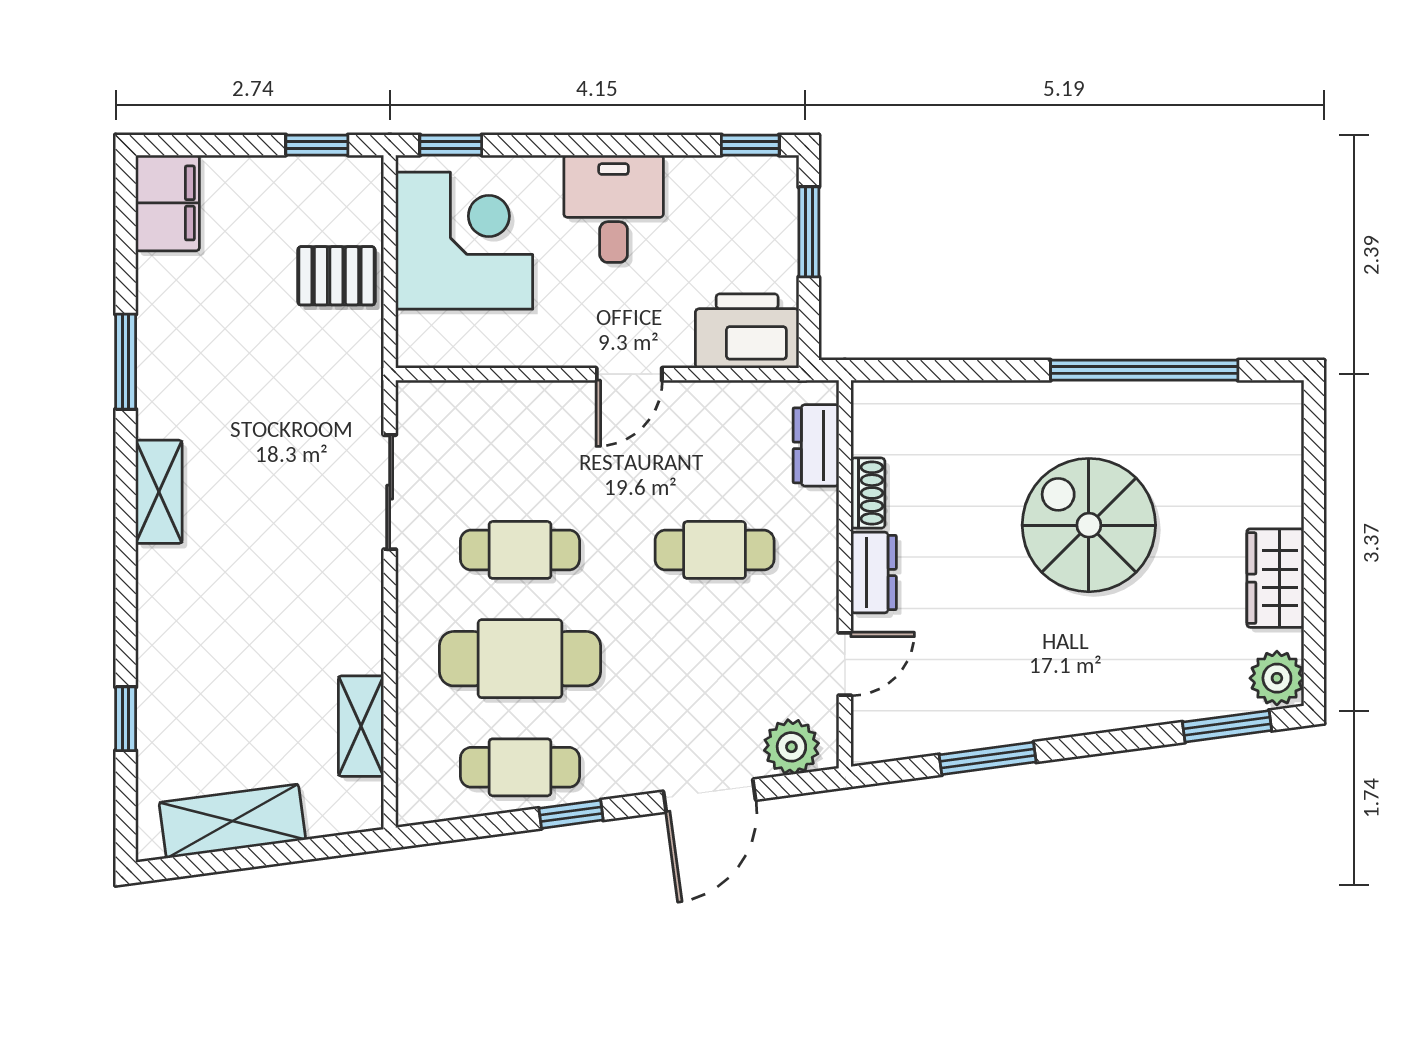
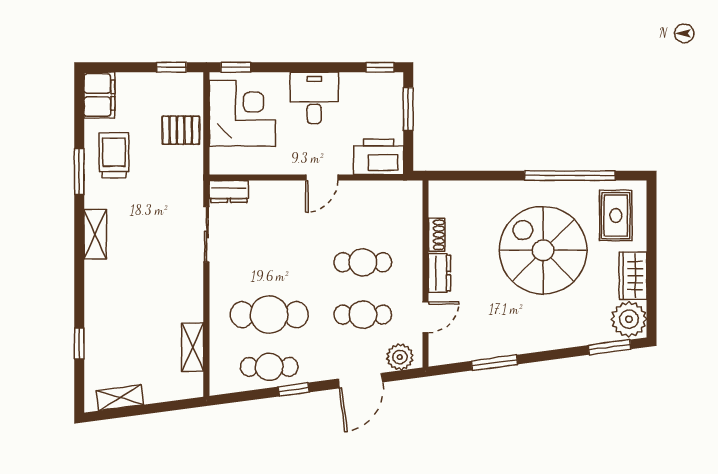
trolley: (198, 328) -> (114, 155), added
dresser: (816, 445) -> (229, 191), moved, turned -90
rug: (1240, 453) -> (616, 216), added
spiral stairs: (1089, 525) -> (543, 250), width x1.37, depth x1.37
cafe table: (520, 550) -> (363, 315), moved
plant: (1277, 678) -> (629, 319), width x1.36, depth x1.36
shelving: (232, 821) -> (120, 398), width x0.67, depth x0.75

